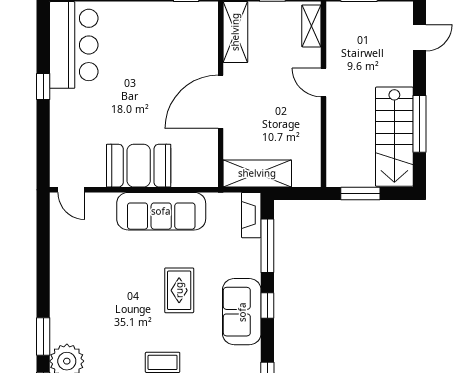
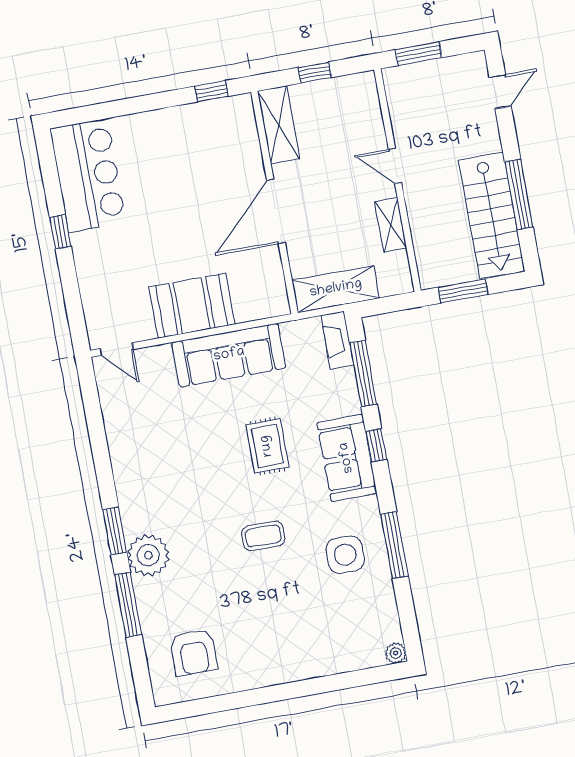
shelving: (311, 26) -> (391, 225), moved

